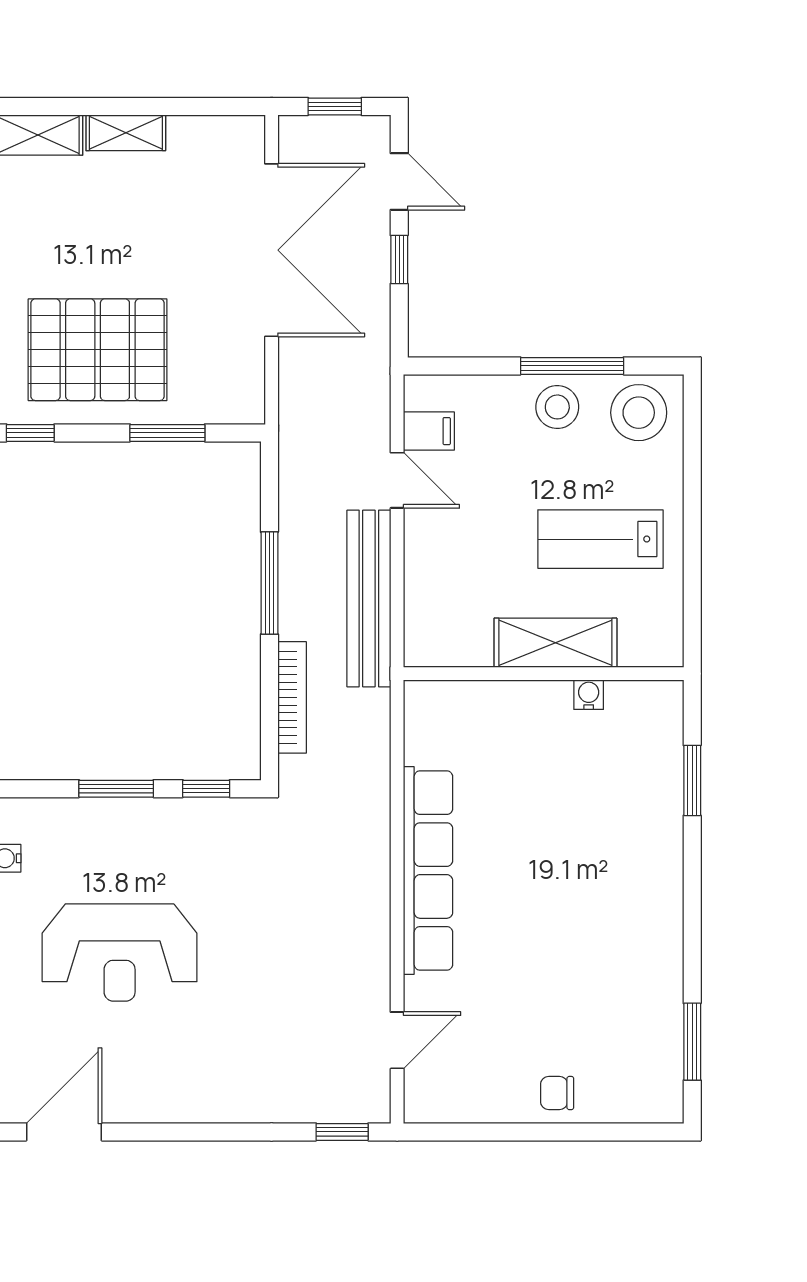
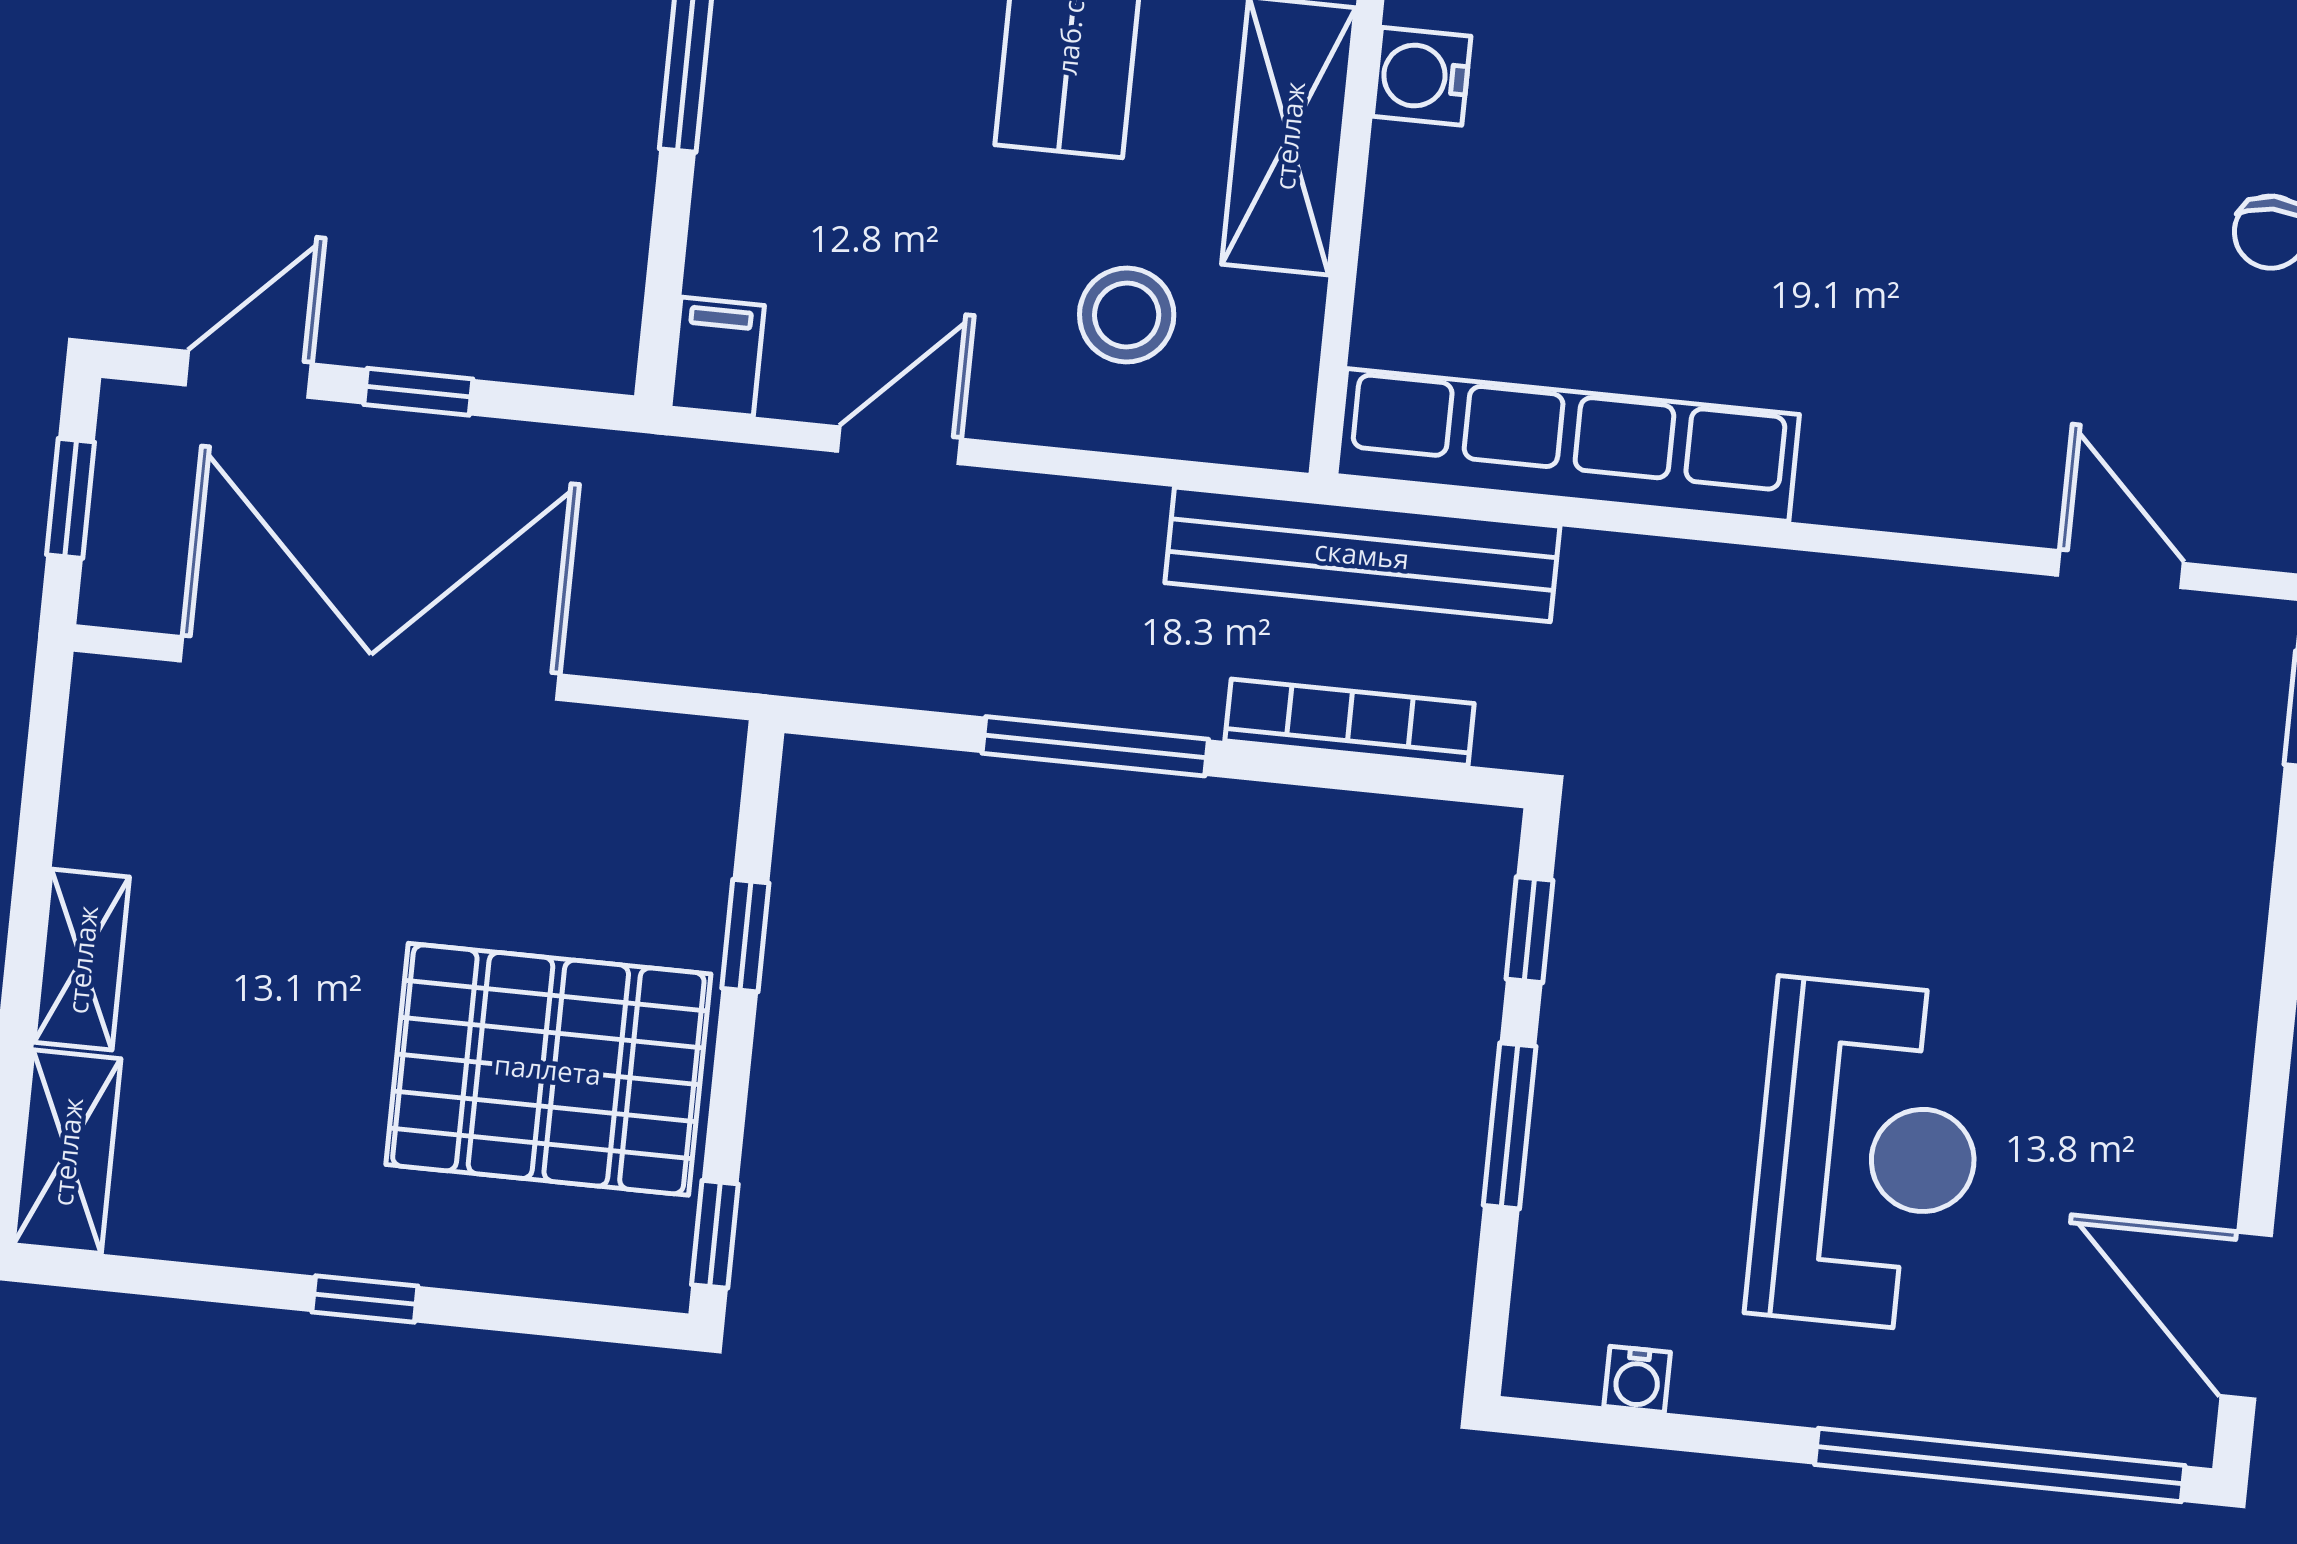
pallet: (98, 350) -> (548, 1069), turned 90
stool: (557, 407) -> (1127, 315), moved
filing cabinet: (429, 431) -> (717, 357), moved
window: (167, 433) -> (745, 936), width x0.67
bench: (369, 599) -> (1362, 554), moved
water cooler: (589, 695) -> (1422, 76), width x1.38, depth x1.38
row of seats: (428, 871) -> (1568, 445), moved

